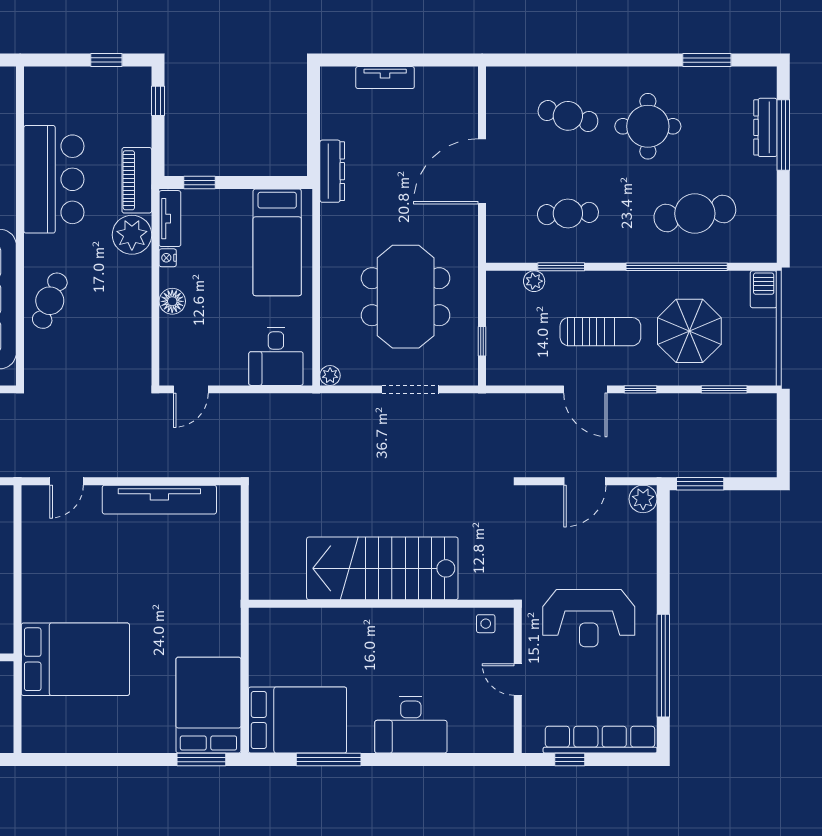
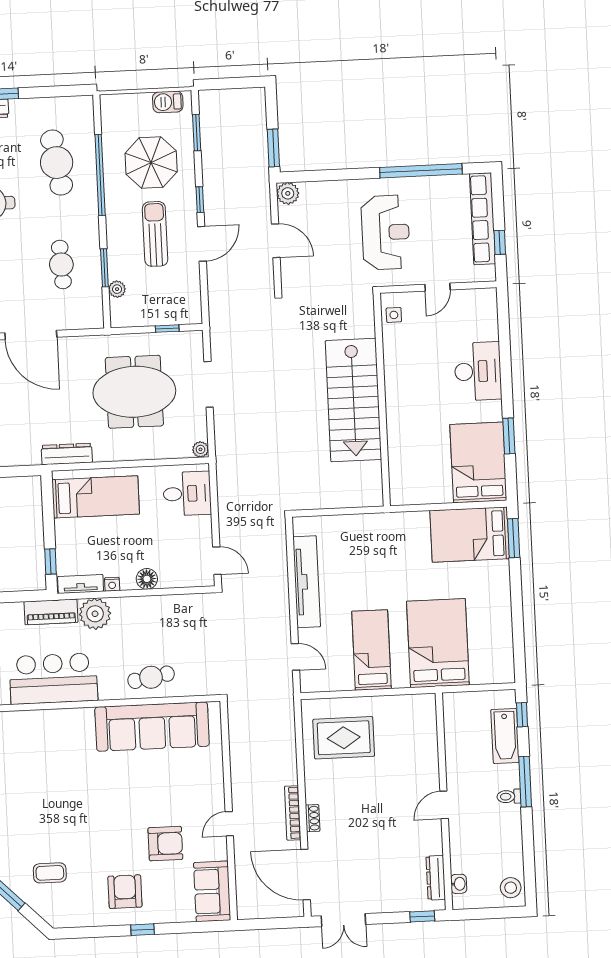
dresser: (332, 171) -> (67, 454), moved
barbecue: (764, 289) -> (168, 102), moved
cafe table: (50, 301) -> (151, 677), turned -32
bed: (71, 576) -> (372, 650), added
window: (329, 759) -> (509, 436), width x0.69

